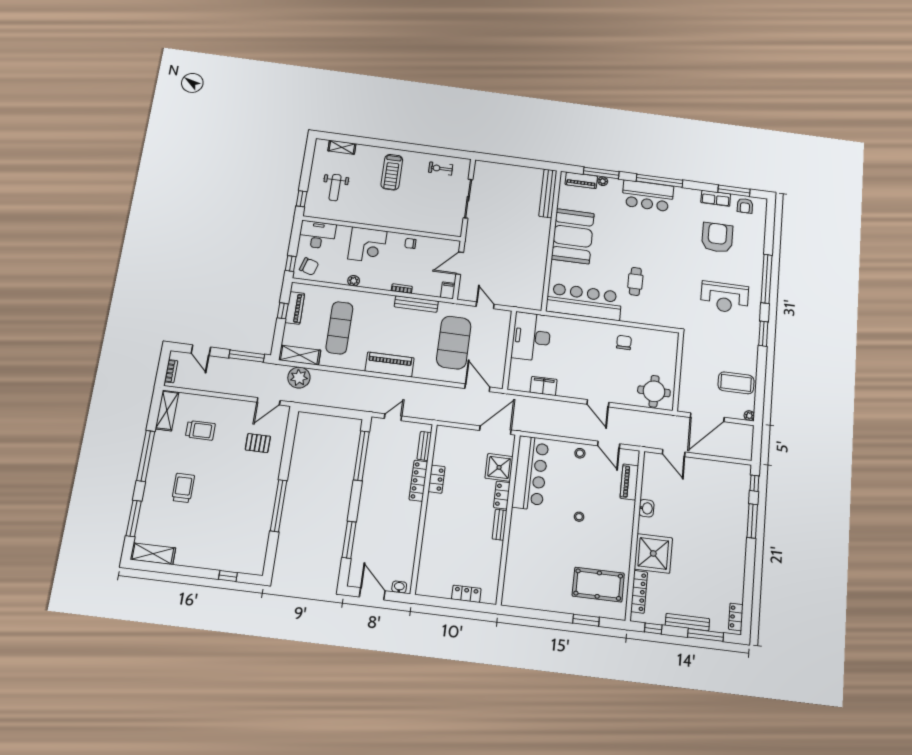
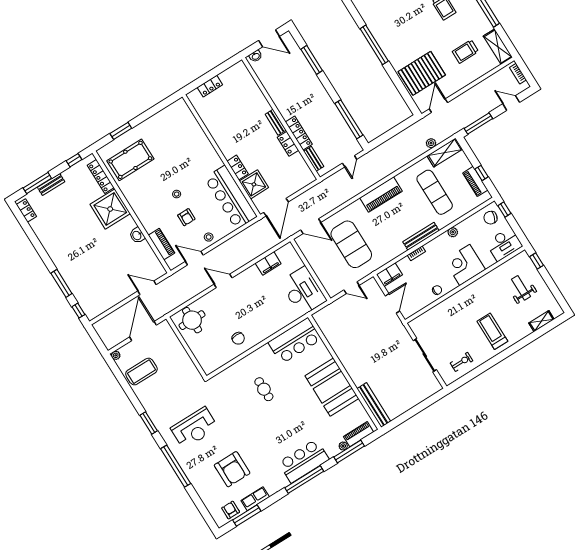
filing cabinet: (448, 290) -> (389, 275), width x2.00
reception desk: (725, 297) -> (194, 428), turned 180
bar counter: (584, 302) -> (295, 341), width x0.73
bench: (416, 304) -> (421, 236), moved
plant: (299, 378) -> (431, 143), width x0.53, depth x0.53
pallet: (258, 443) -> (422, 73), width x2.05, depth x2.00
armchair: (587, 488) -> (186, 217), added
bench: (500, 525) -> (276, 122), moved
bench: (687, 622) -> (51, 185), width x0.73

